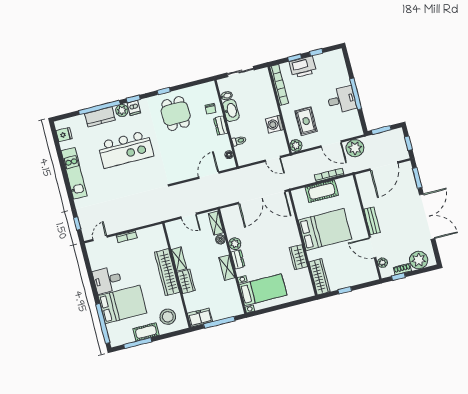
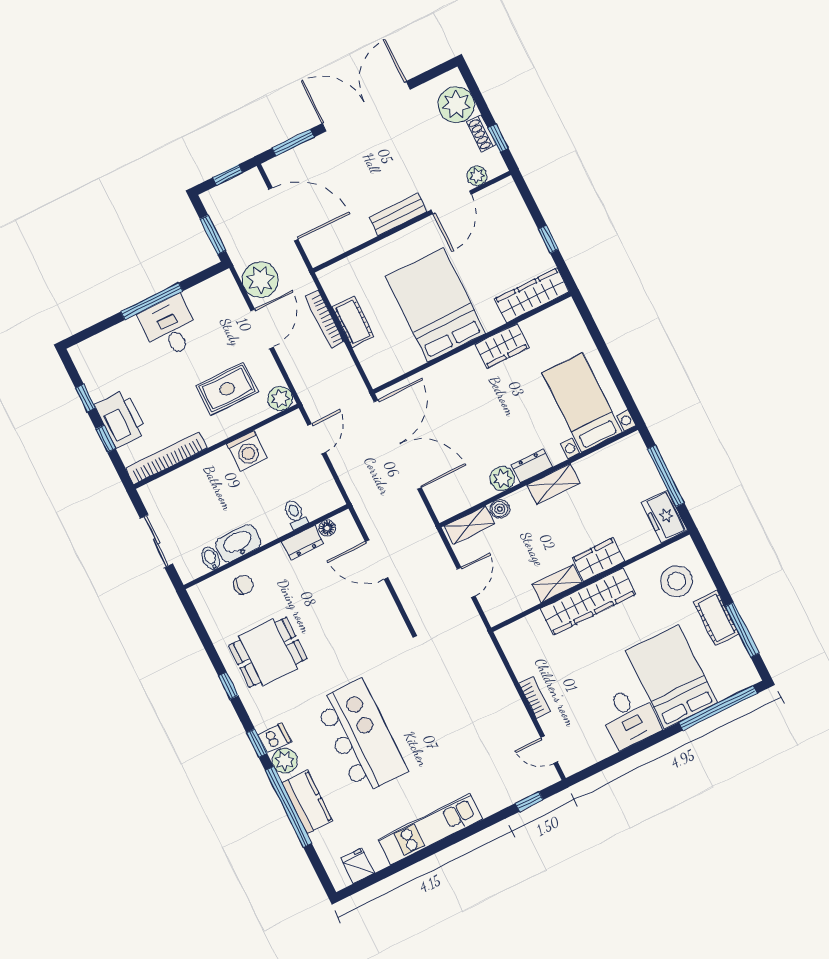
dresser: (221, 126) -> (303, 543), moved
cot: (322, 191) -> (353, 322), width x0.73, depth x0.75

